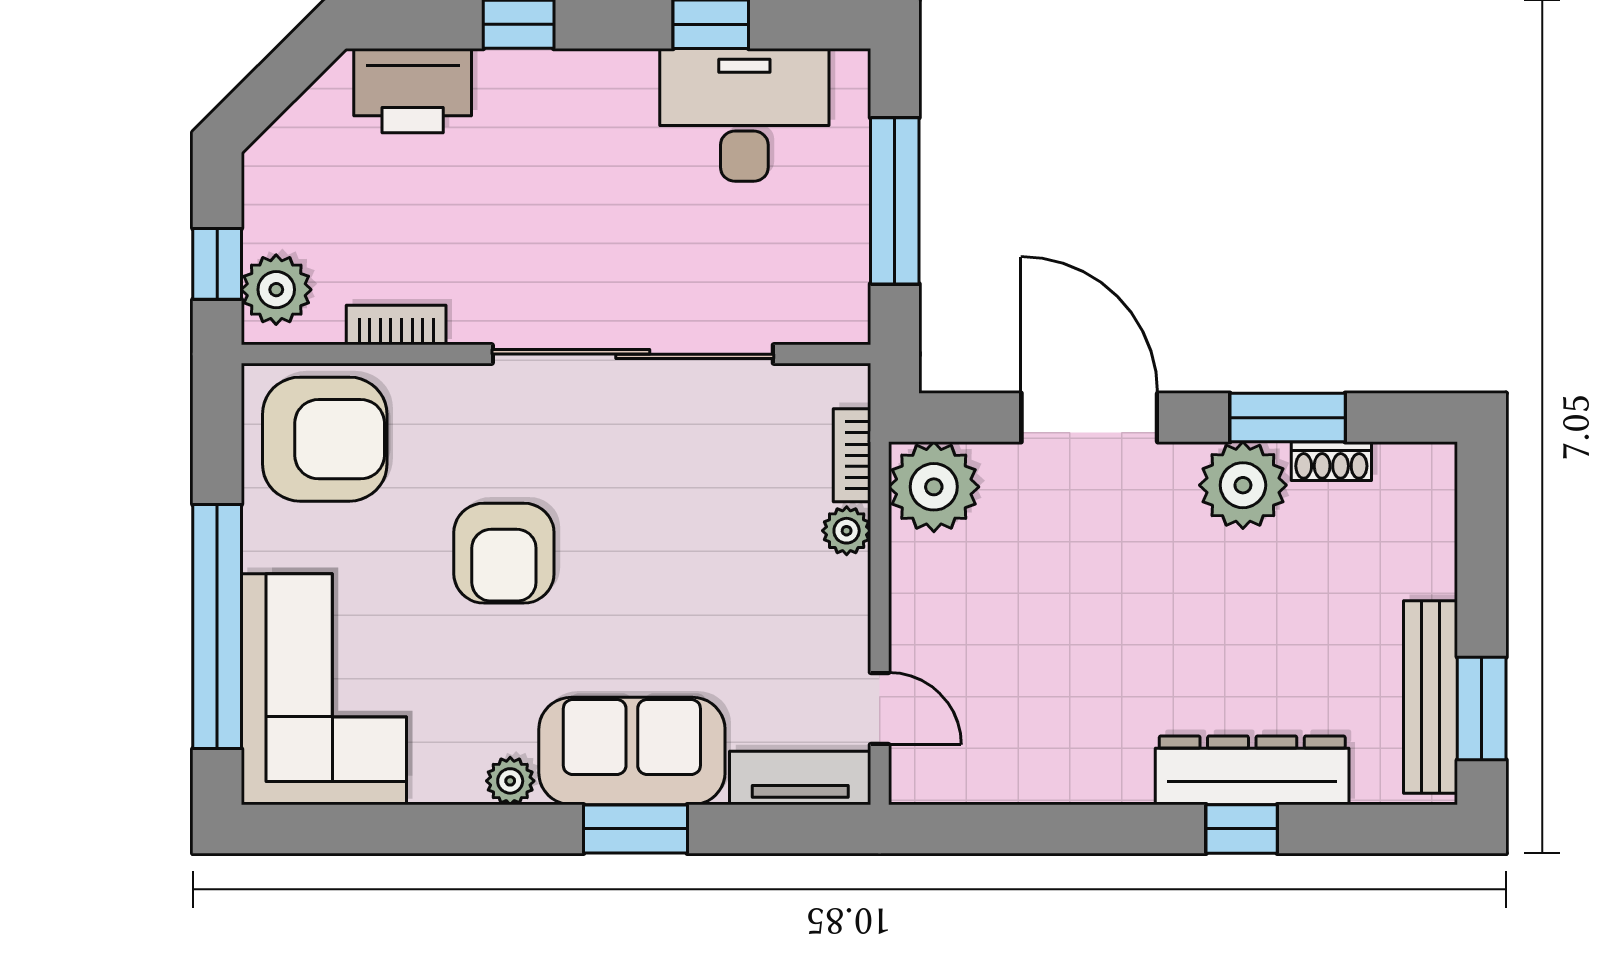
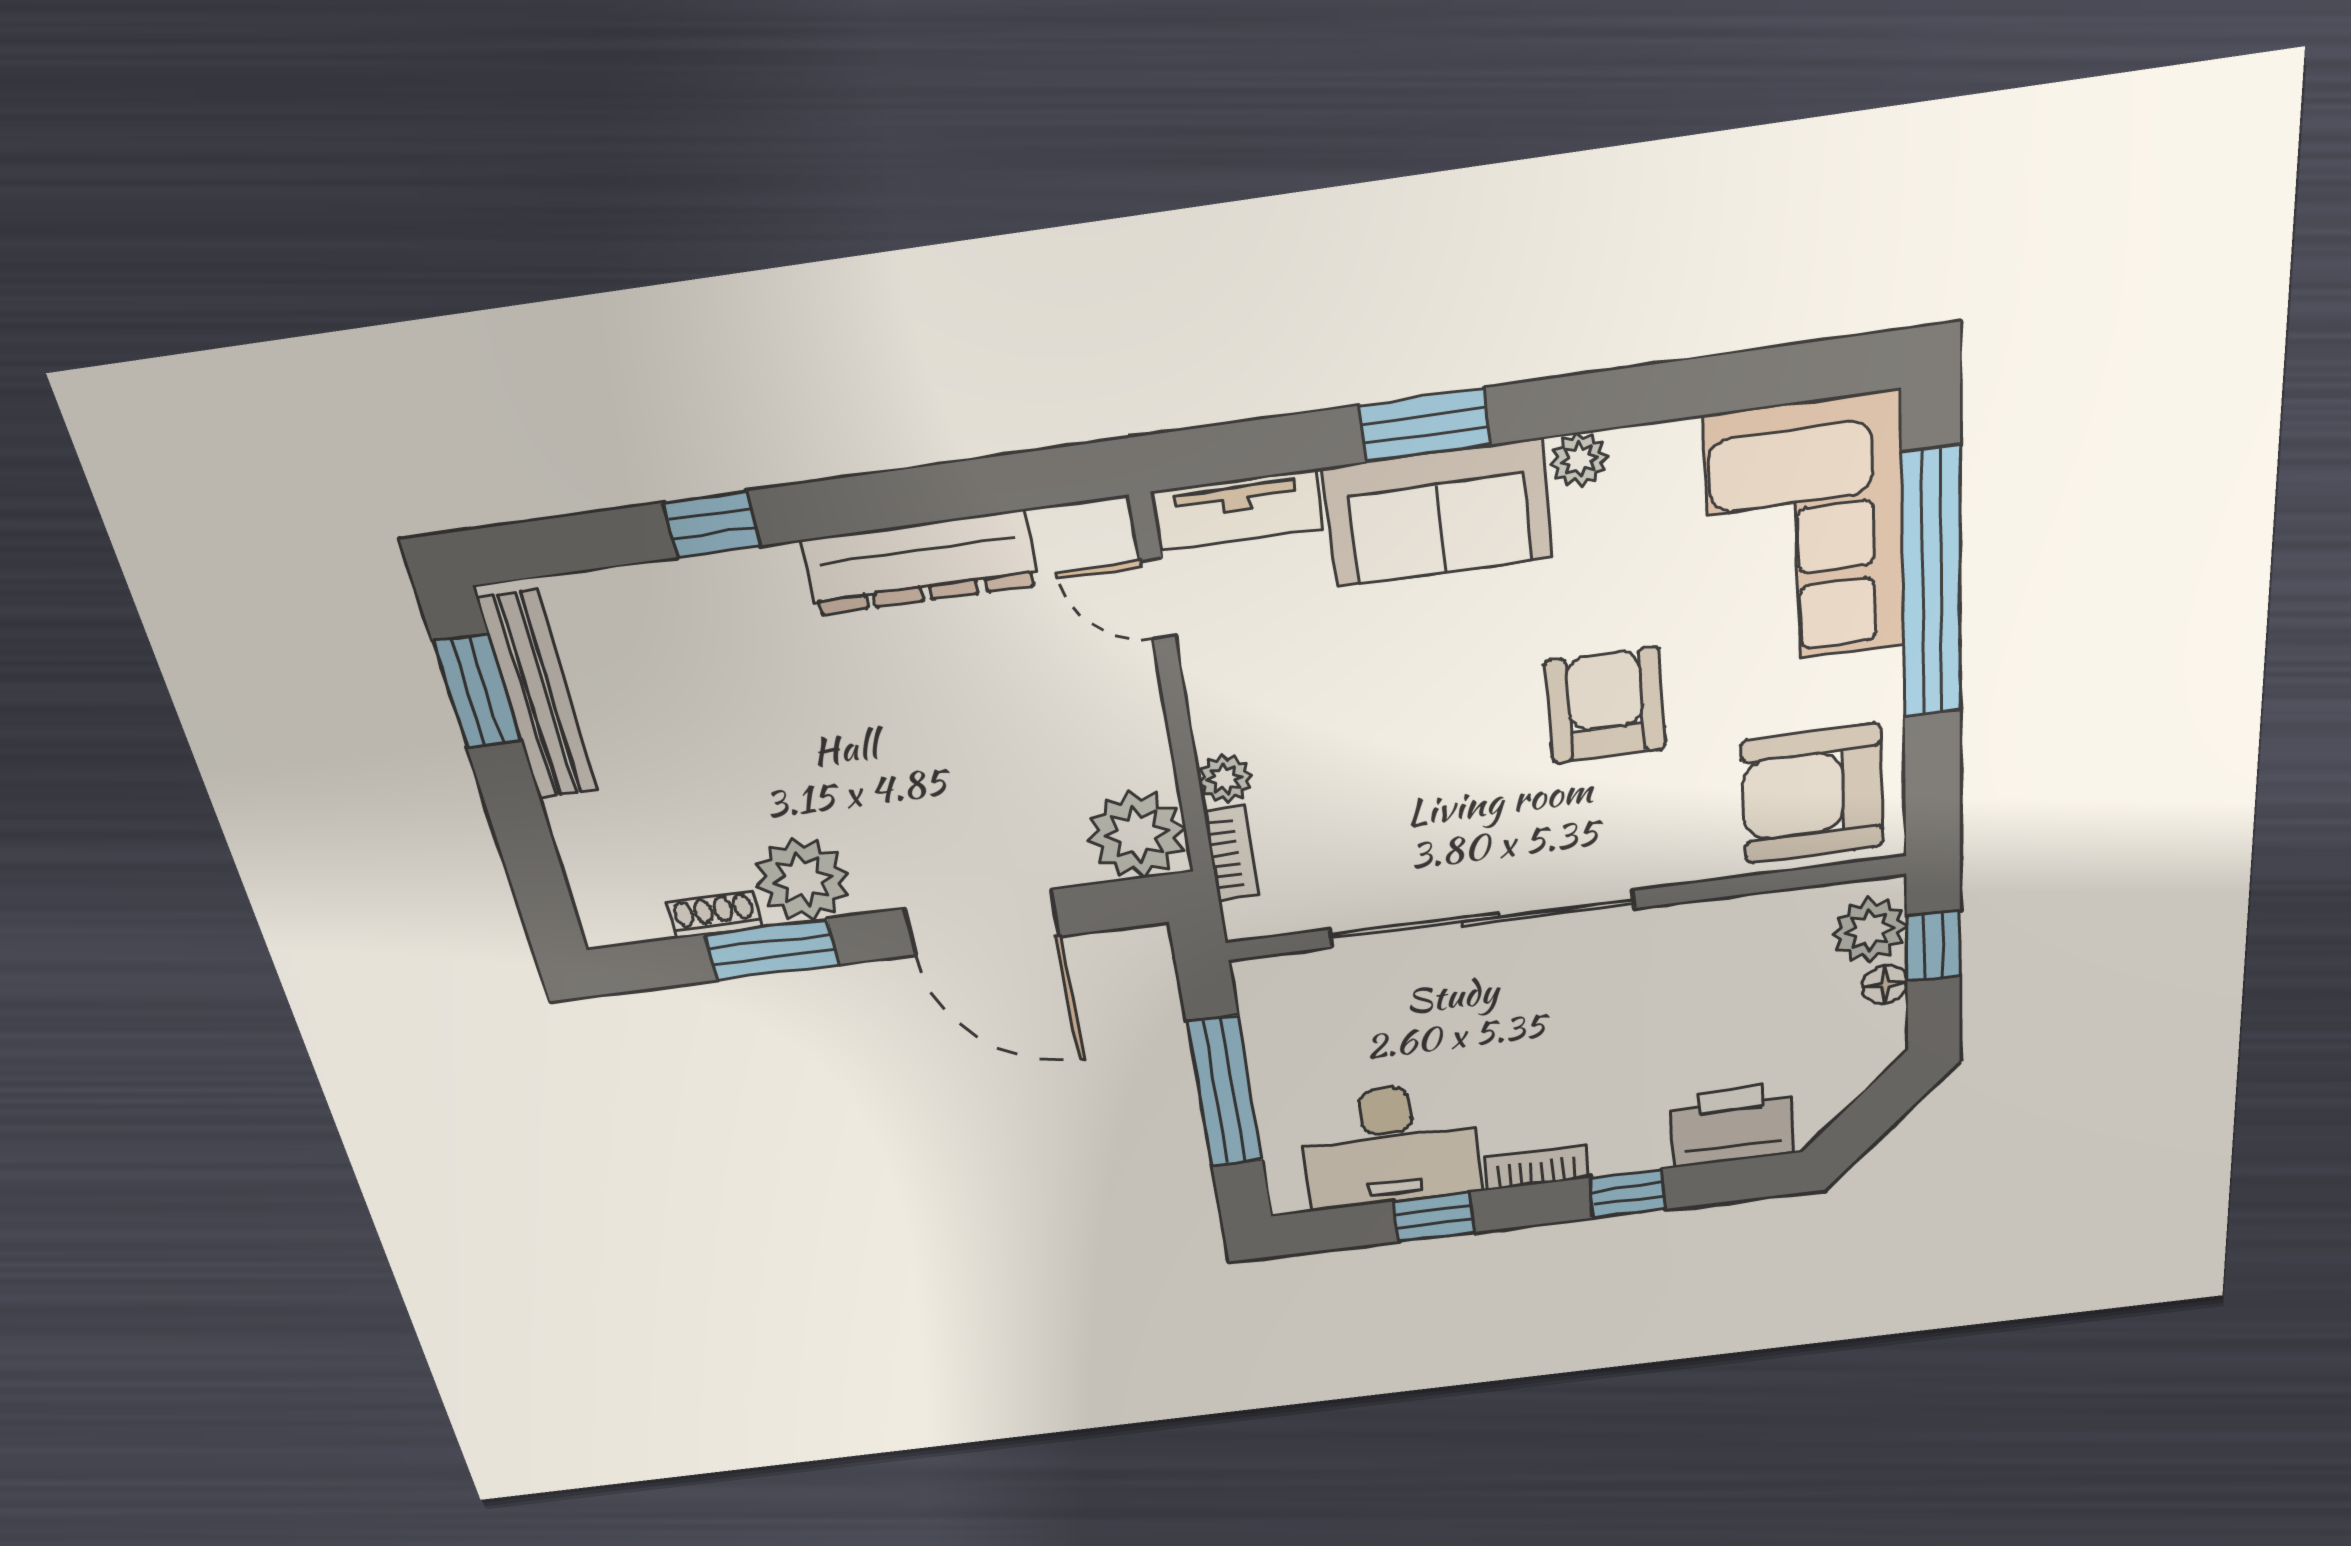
floor lamp: (263, 228) -> (1885, 984), added
bookcase: (396, 325) -> (1536, 1168), moved, turned 180
dresser: (1252, 770) -> (920, 563), moved

